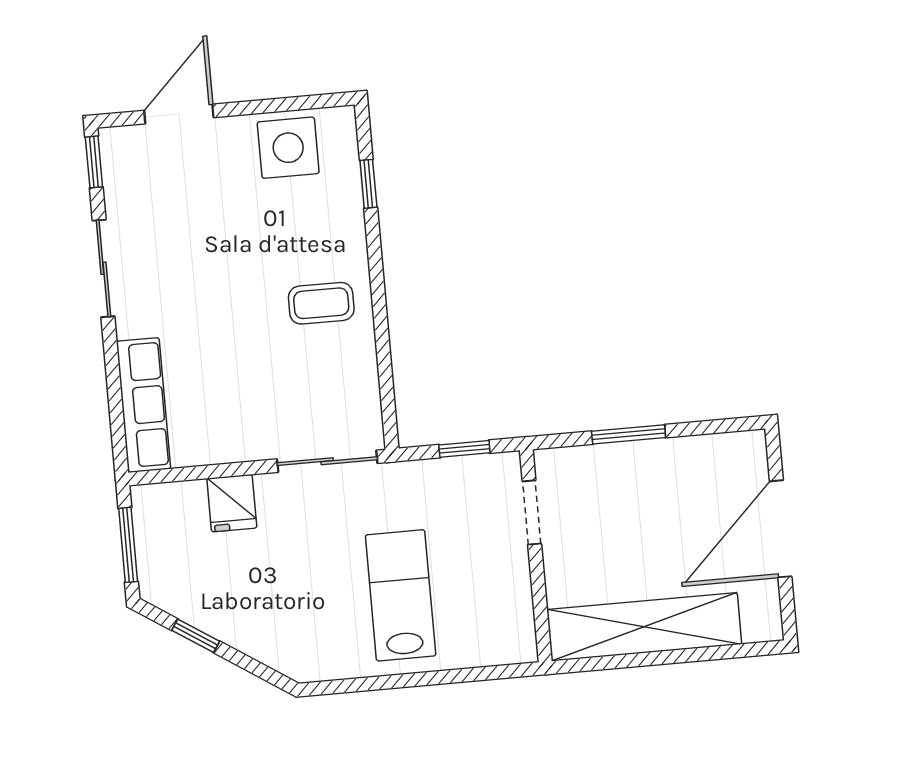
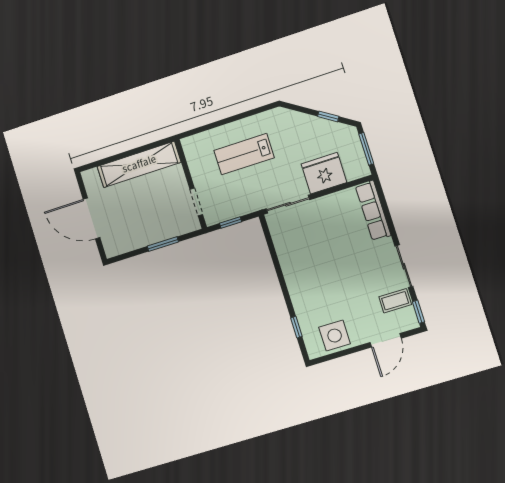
coffee table: (321, 303) -> (395, 301), moved
fridge: (232, 503) -> (324, 173), width x1.88, depth x1.34
door: (781, 529) -> (92, 218), swing flipped
lab bench: (401, 595) -> (244, 154), turned 90

